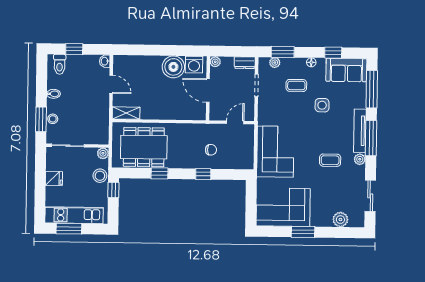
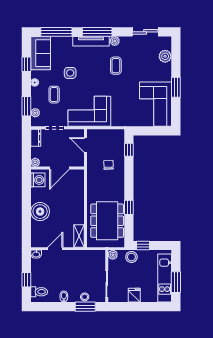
boiler: (173, 67) -> (40, 212), moved
corner sofa: (275, 152) -> (89, 111), moved
window: (203, 174) -> (129, 150), moved

